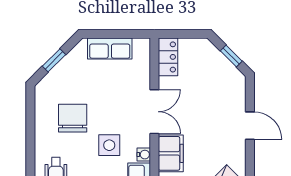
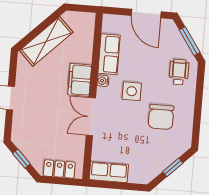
row of seats: (110, 49) -> (109, 172), moved
locker: (168, 57) -> (59, 169), moved, turned 90

